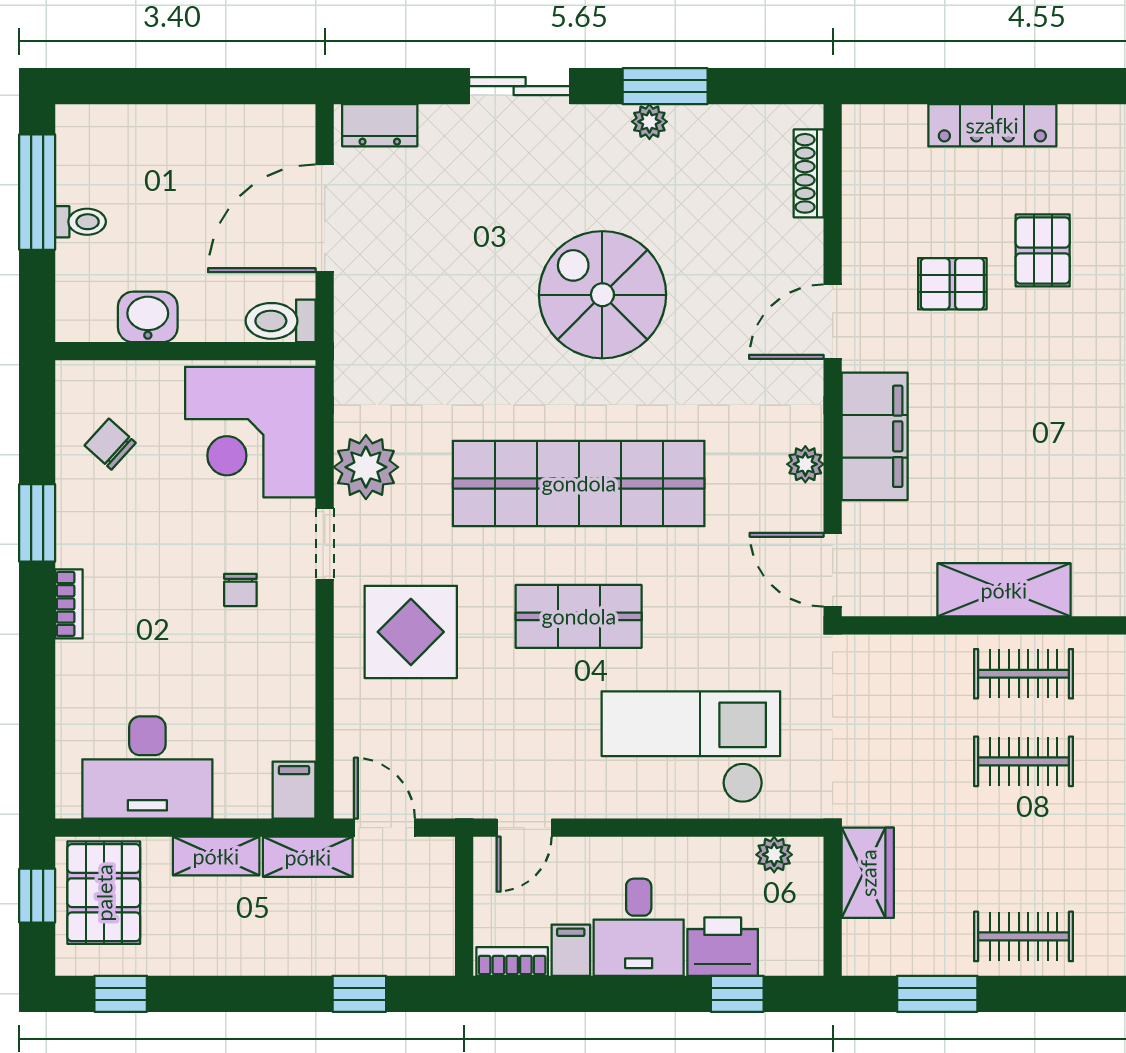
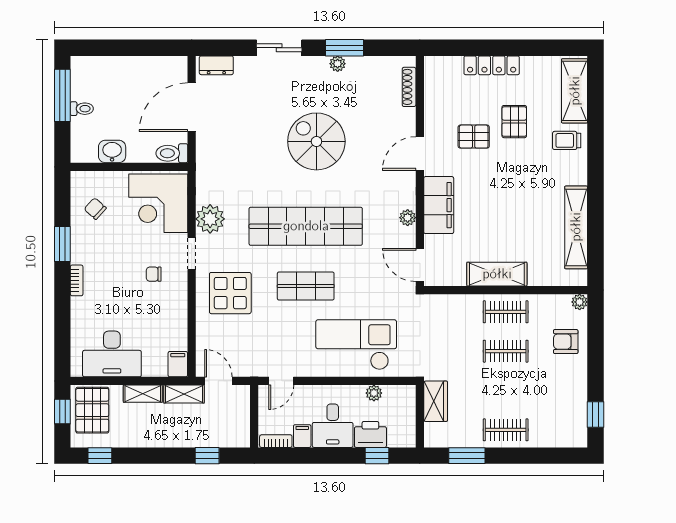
chair: (240, 590) -> (154, 274), turned 90
plant: (774, 855) -> (374, 393), moved

